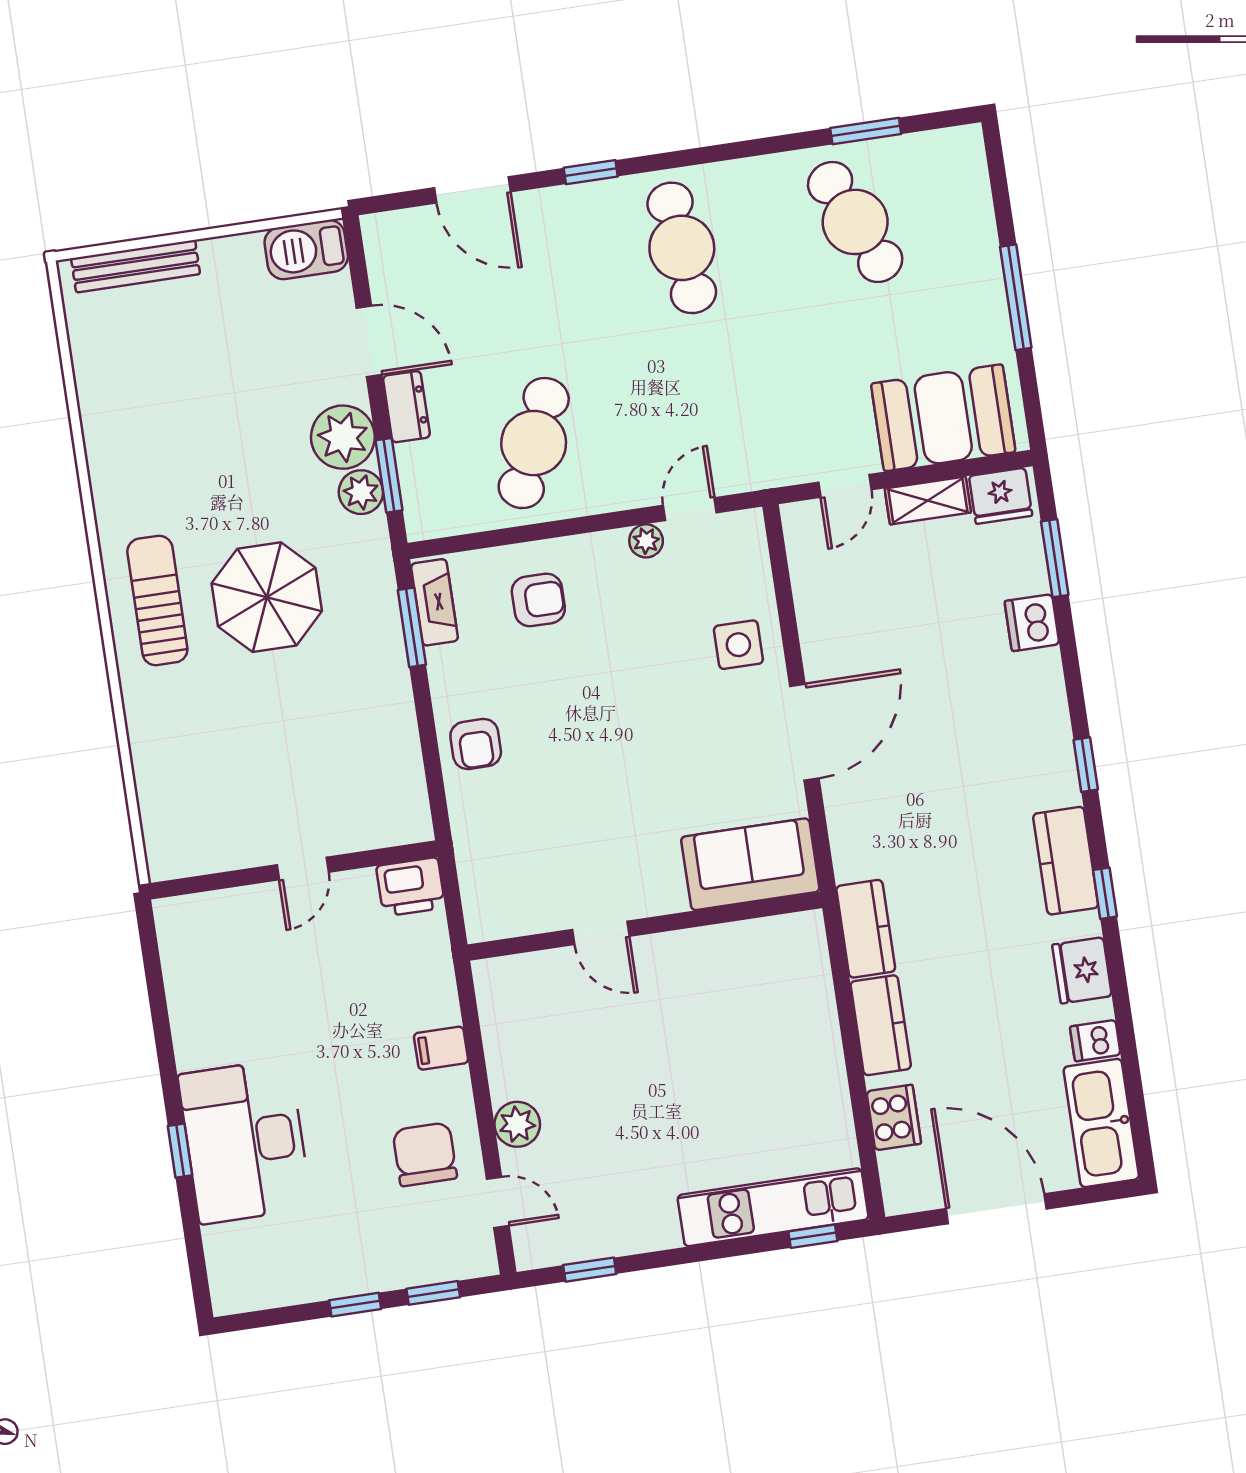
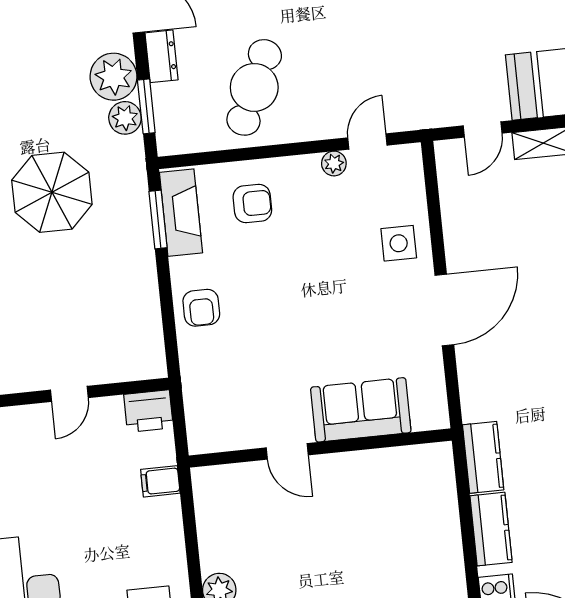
fireplace: (434, 602) -> (181, 213), width x1.37, depth x1.32
sofa: (750, 864) -> (361, 410), moved
filing cabinet: (441, 1048) -> (160, 481), moved

